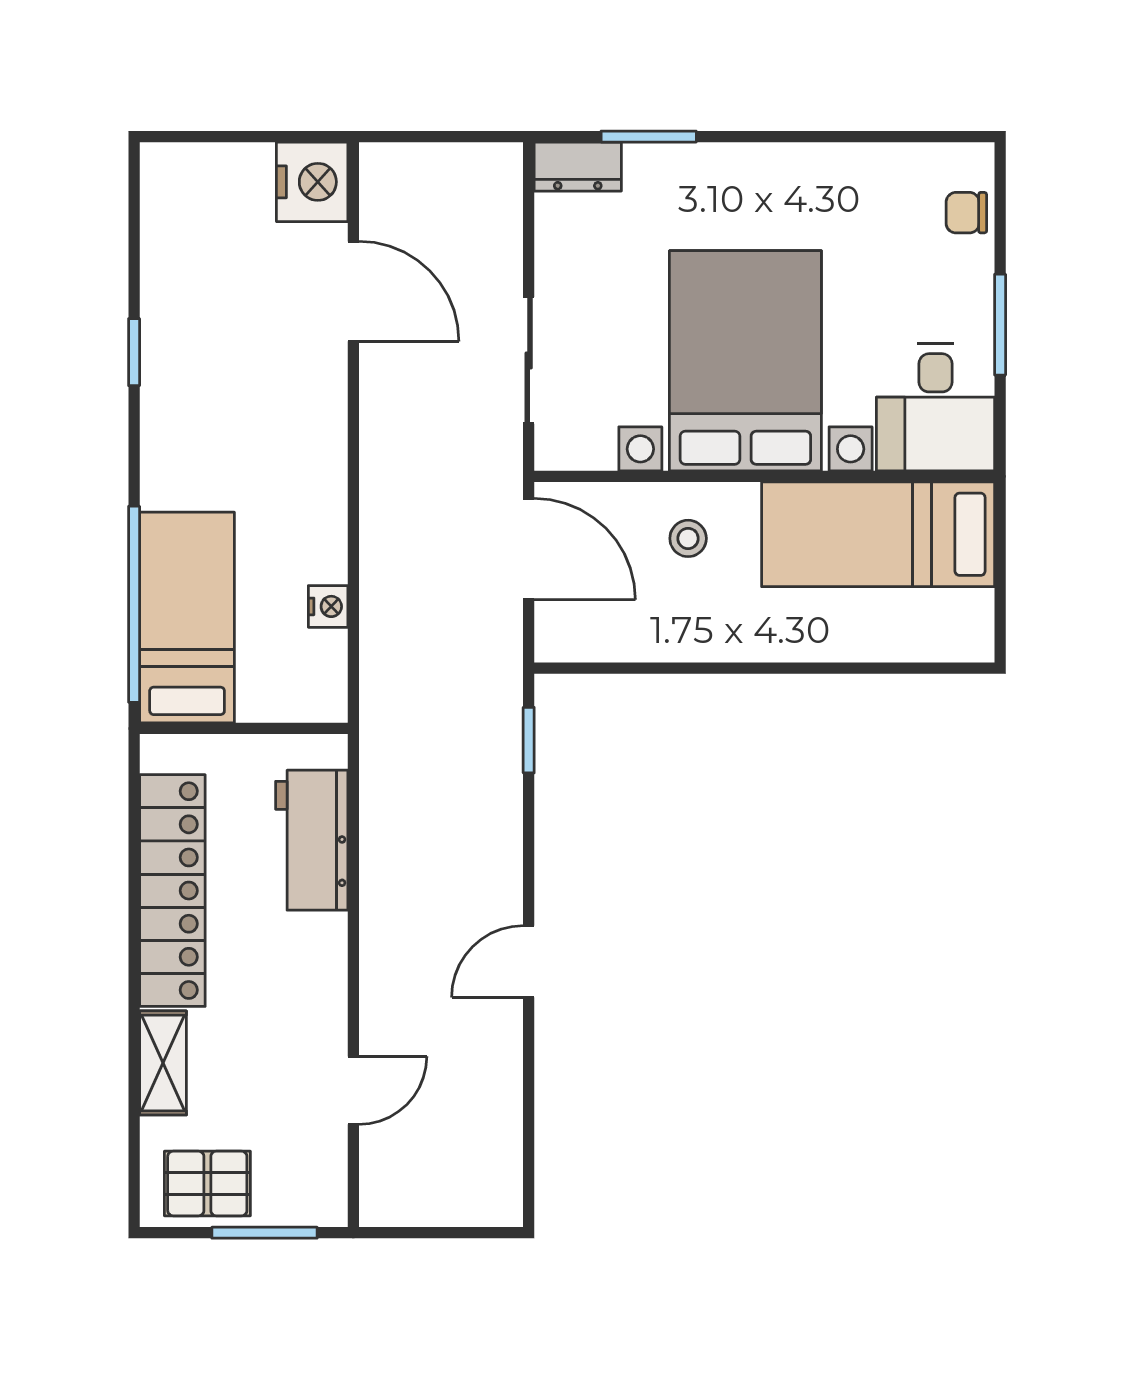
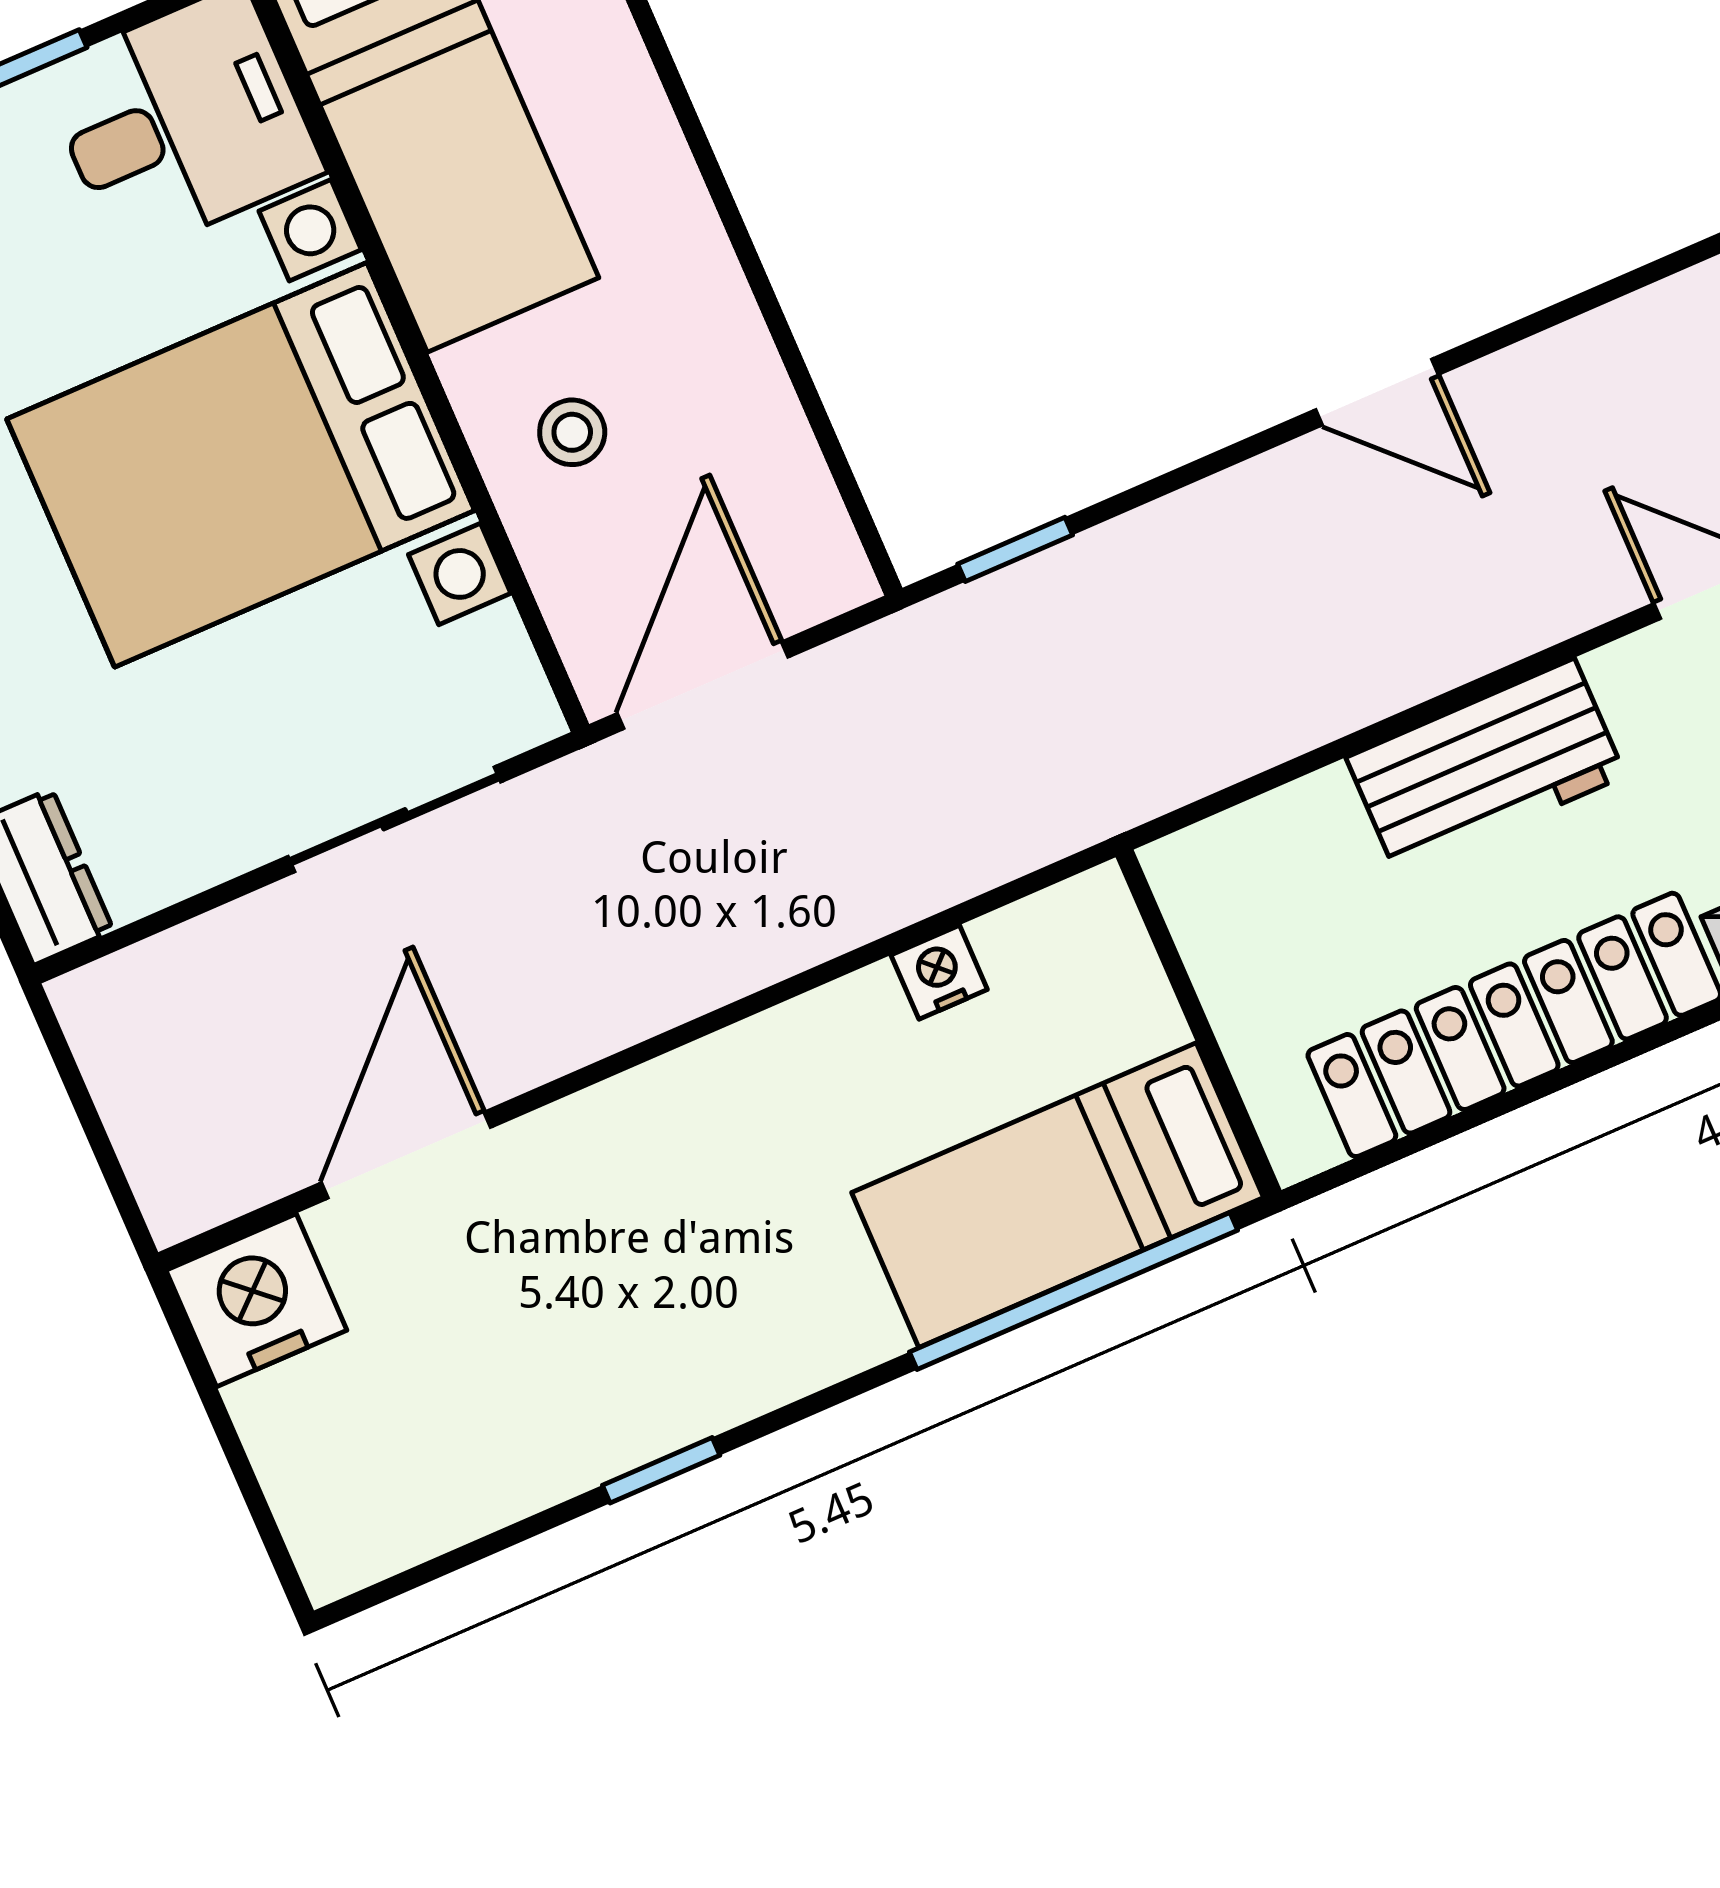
workbench: (312, 840) -> (1486, 767), moved

